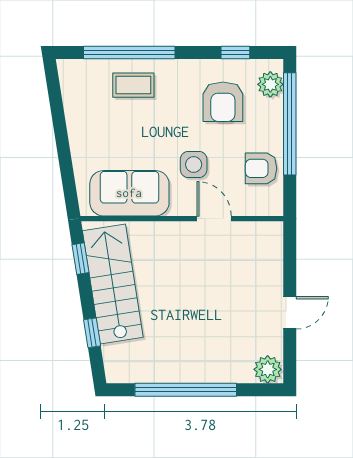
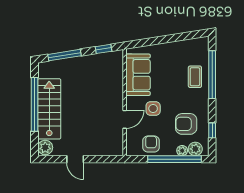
plant: (274, 109) -> (182, 151), added
stairs: (113, 284) -> (49, 109), moved, turned -81
window: (92, 333) -> (64, 55), width x2.17

